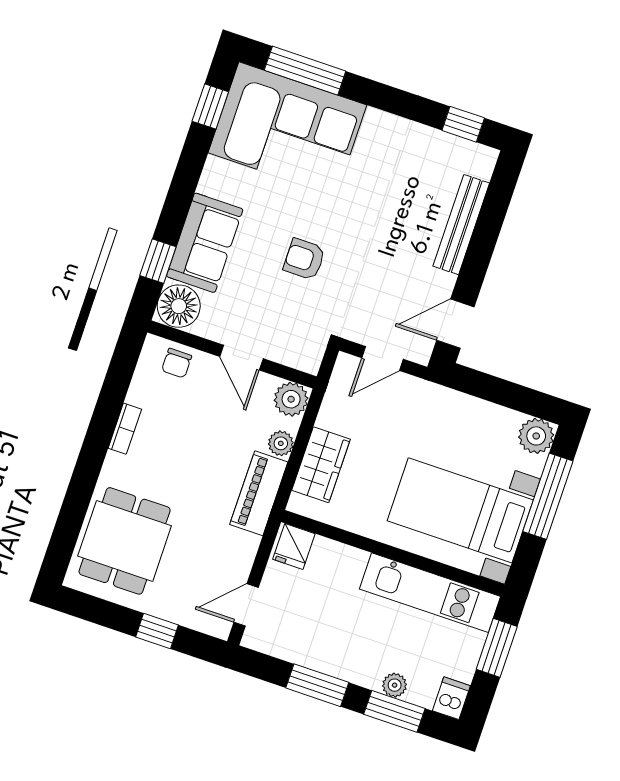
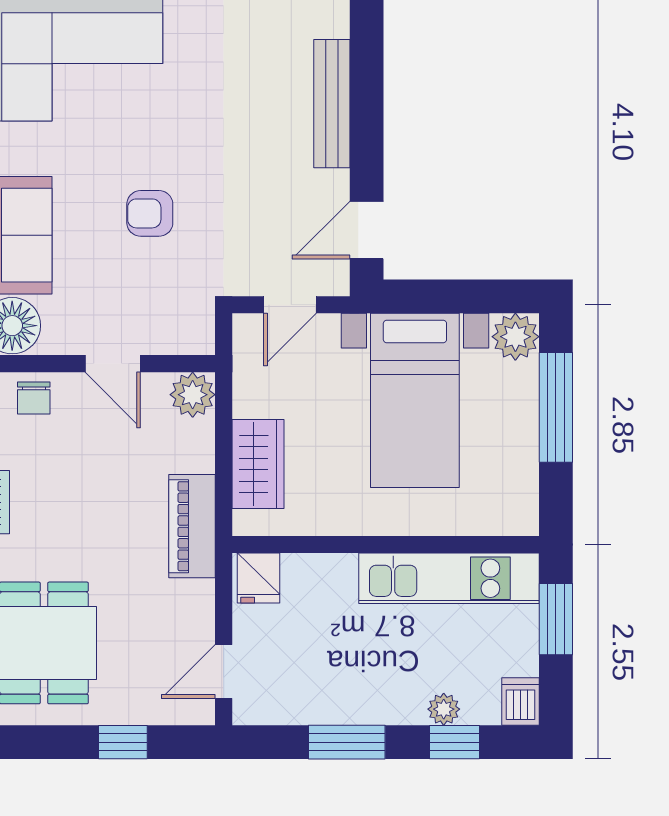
plant: (281, 443) -> (198, 454), removed
bed with nightstands: (460, 510) -> (415, 400), moved, turned -90
window: (394, 711) -> (455, 742), width x0.67

